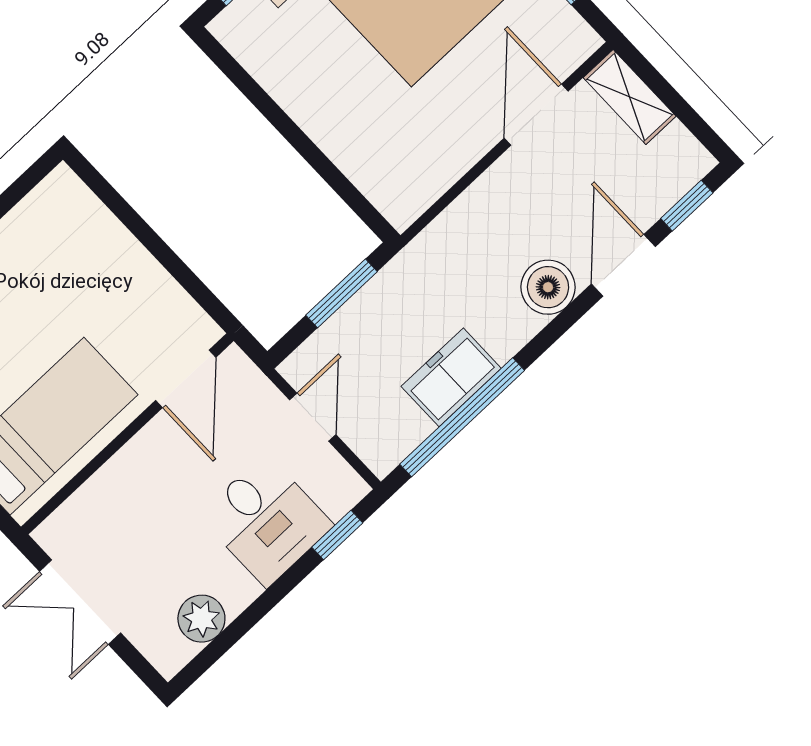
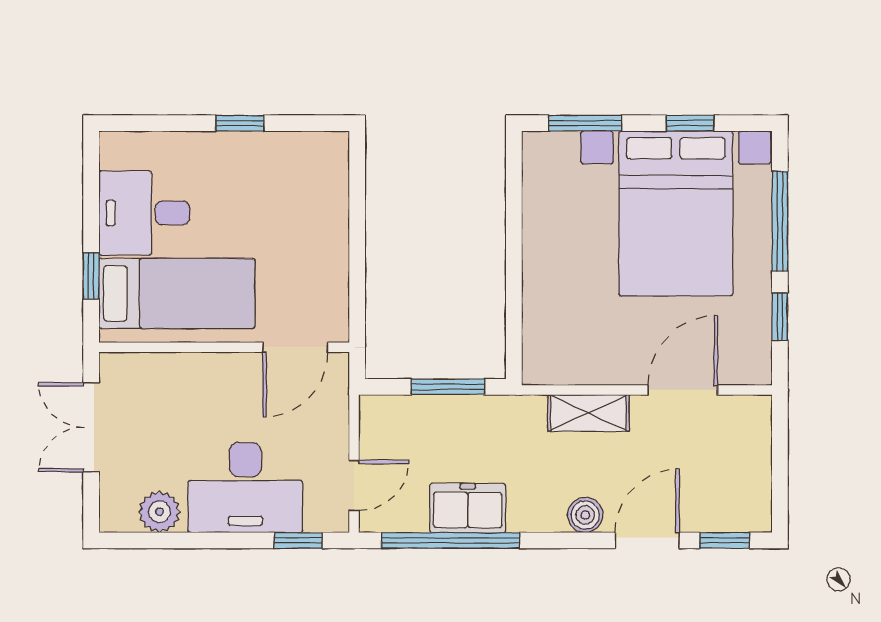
shelving: (630, 97) -> (588, 413), moved, turned 90
boiler: (548, 287) -> (585, 515), width x0.73, depth x0.73
door: (313, 417) -> (354, 485), moved
desk: (266, 520) -> (245, 488), width x1.37

